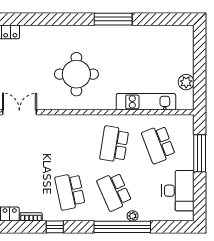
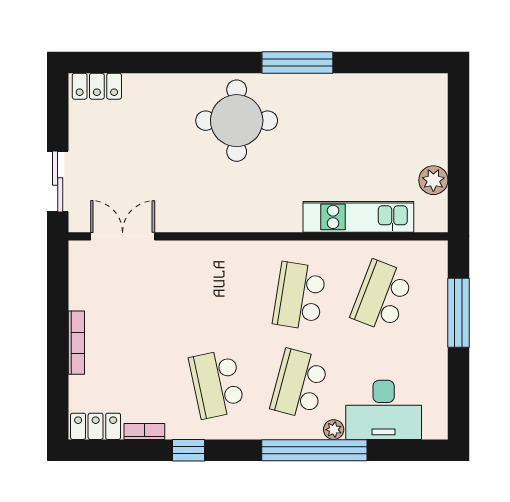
round table: (76, 74) -> (237, 121), moved
school desk: (158, 144) -> (382, 296), turned 42
school desk: (114, 191) -> (299, 384), turned 39
desk: (178, 191) -> (384, 410), moved, turned 90

